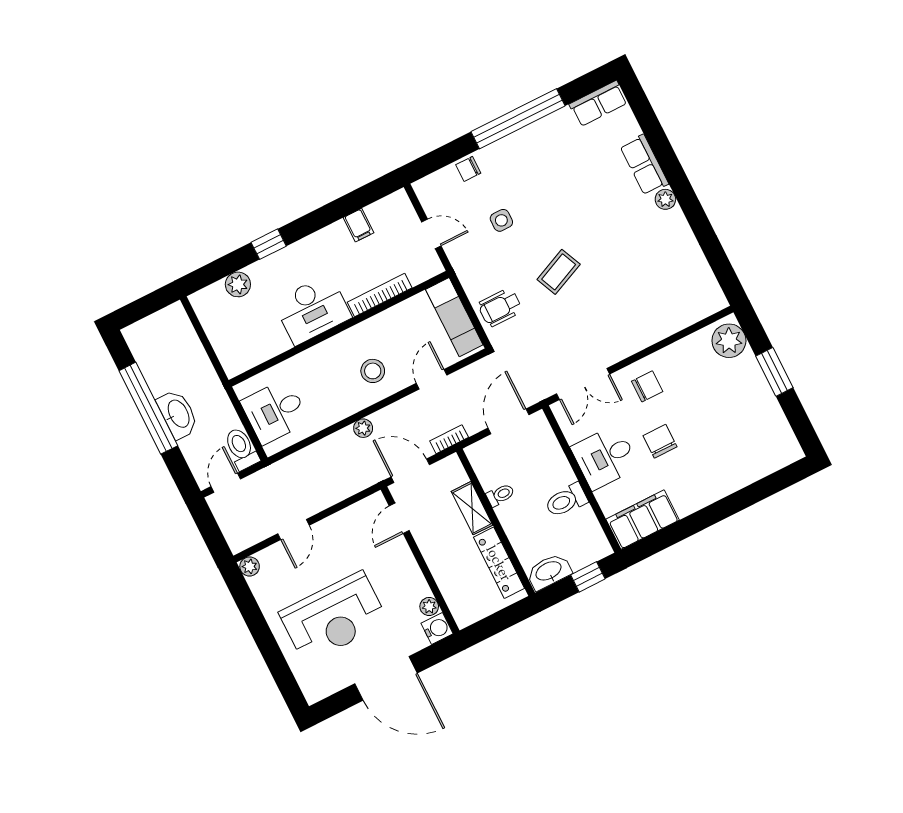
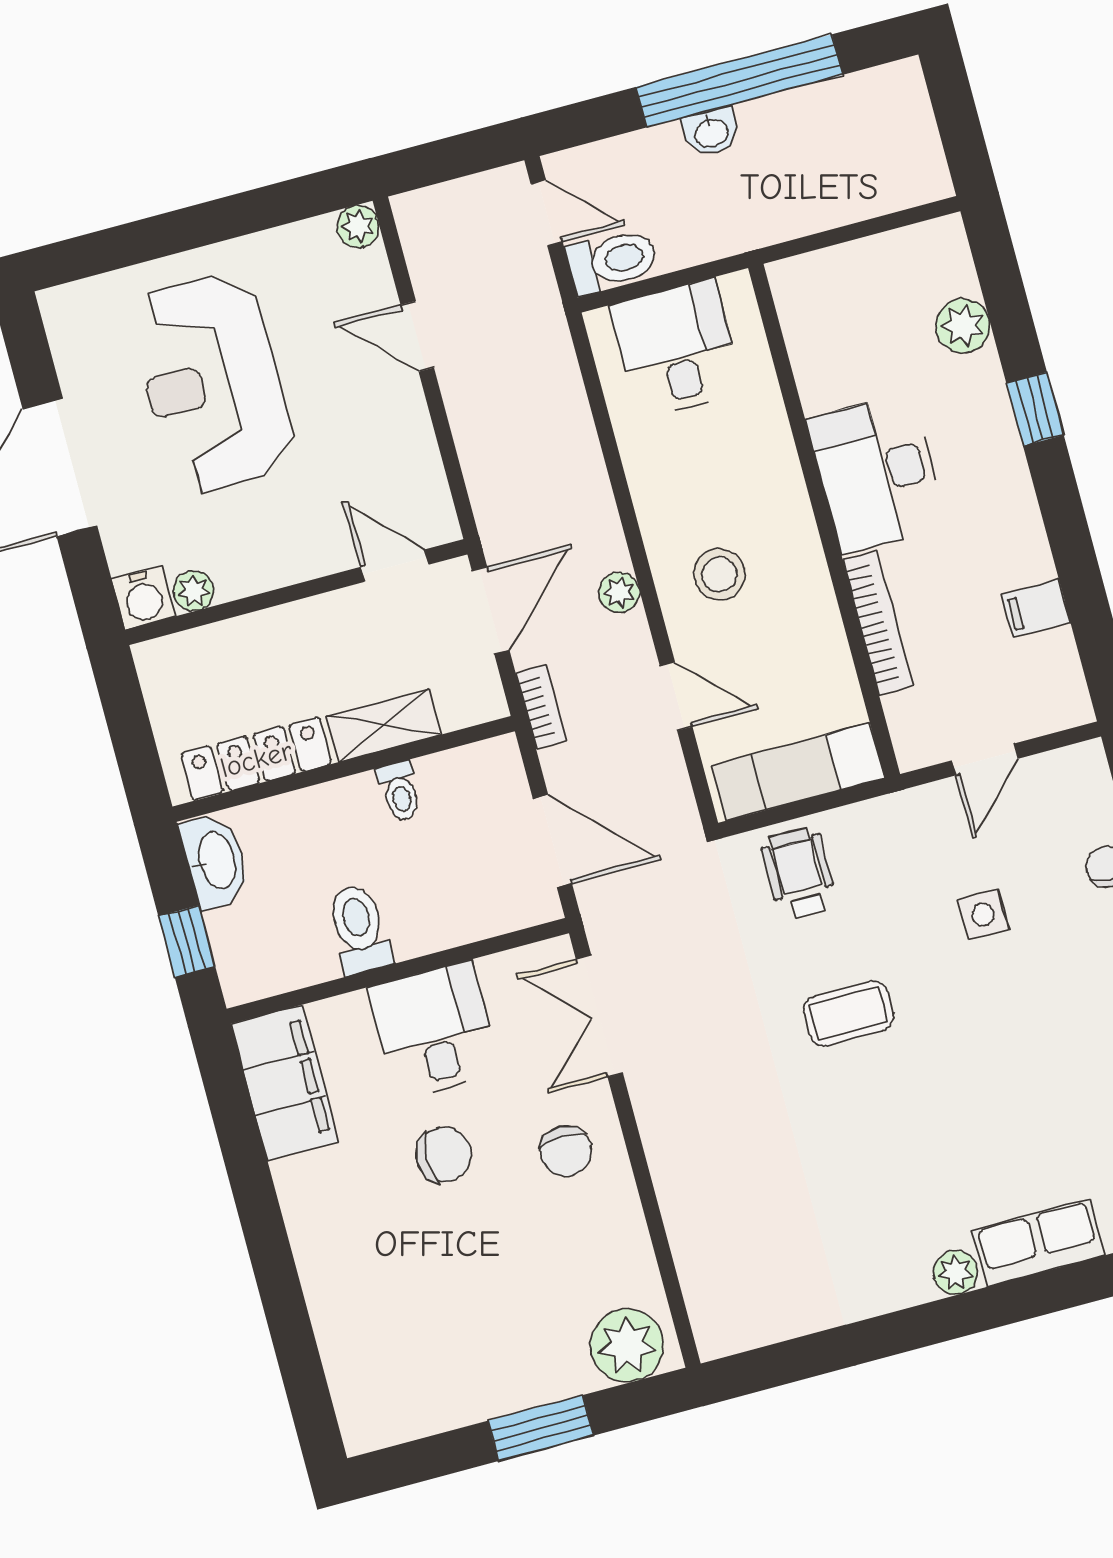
coffee table: (559, 272) -> (848, 1013), turned -66
washbasin: (178, 414) -> (711, 132), width x0.52, depth x0.69
plant: (363, 428) -> (619, 592), moved

